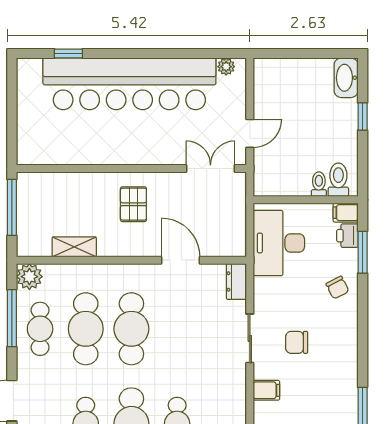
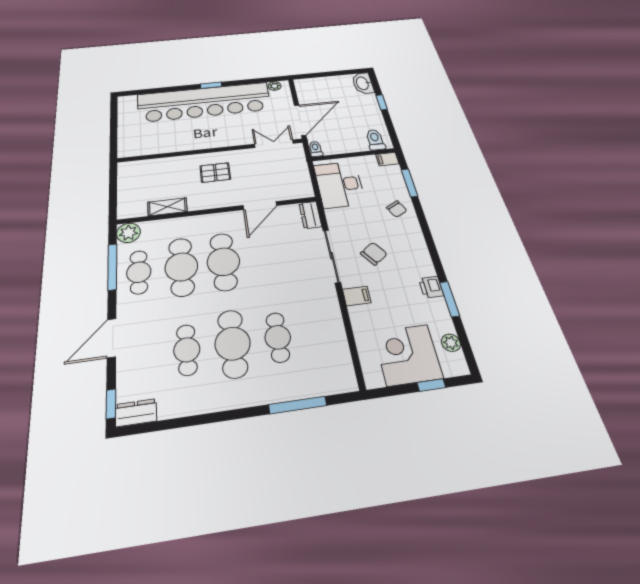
window: (68, 53) -> (211, 85), moved
door: (250, 133) -> (300, 120), width x1.87
toilet: (319, 184) -> (316, 149), moved
pallet: (133, 204) -> (215, 173), turned 90
window: (12, 207) -> (113, 186), removed
printer: (347, 236) -> (431, 287), moved
door: (180, 260) -> (260, 206), swing flipped
sliding door: (250, 338) -> (332, 256), width x1.37
chair: (297, 342) -> (374, 254), turned 144

